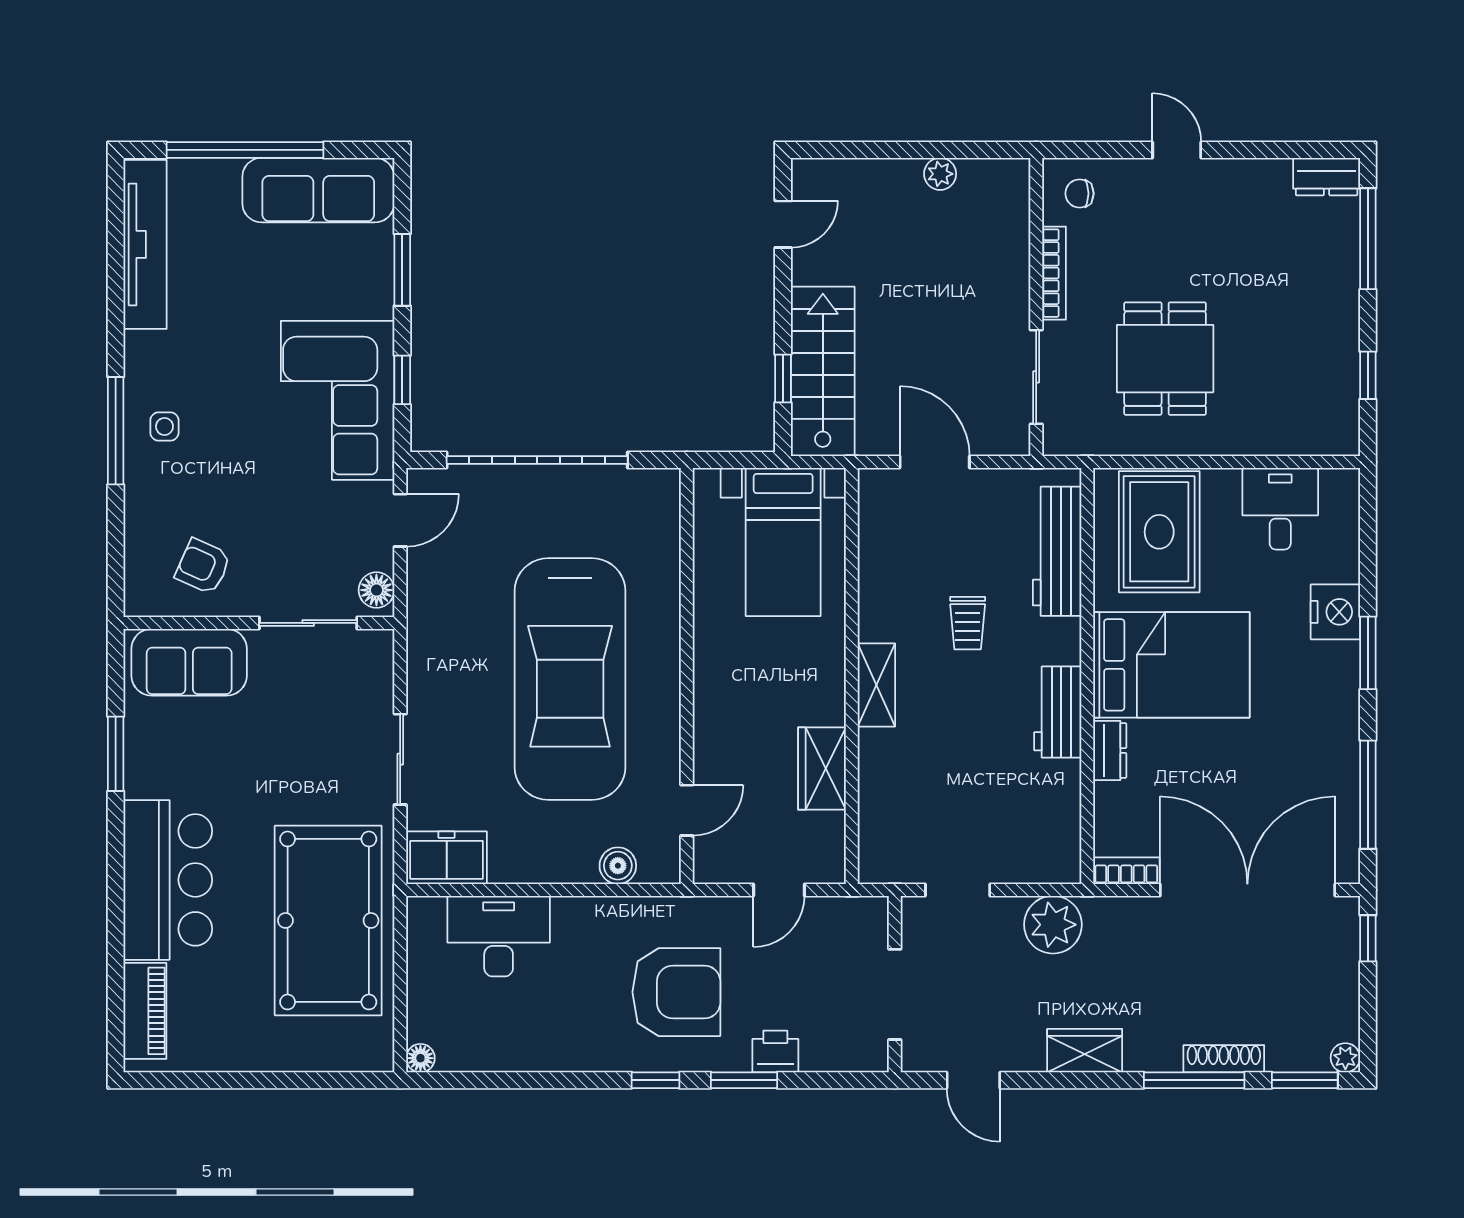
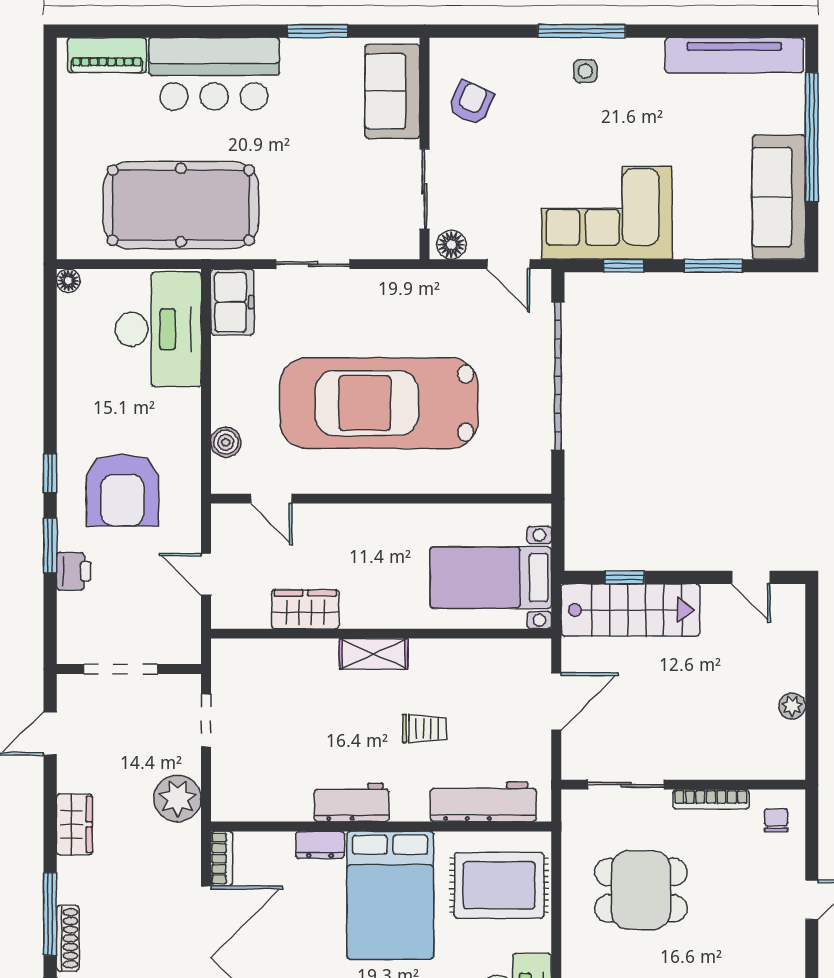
trolley: (968, 623) -> (424, 729), turned 180
desk: (499, 936) -> (158, 329), width x1.36, depth x1.30

